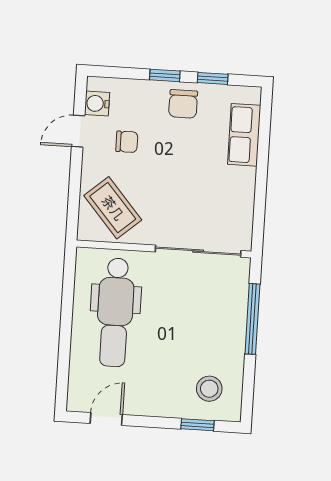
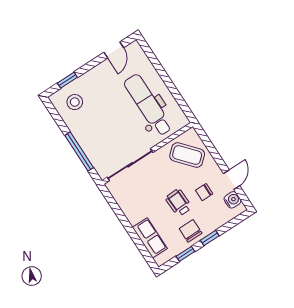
wheelchair: (171, 153) -> (179, 203), added

